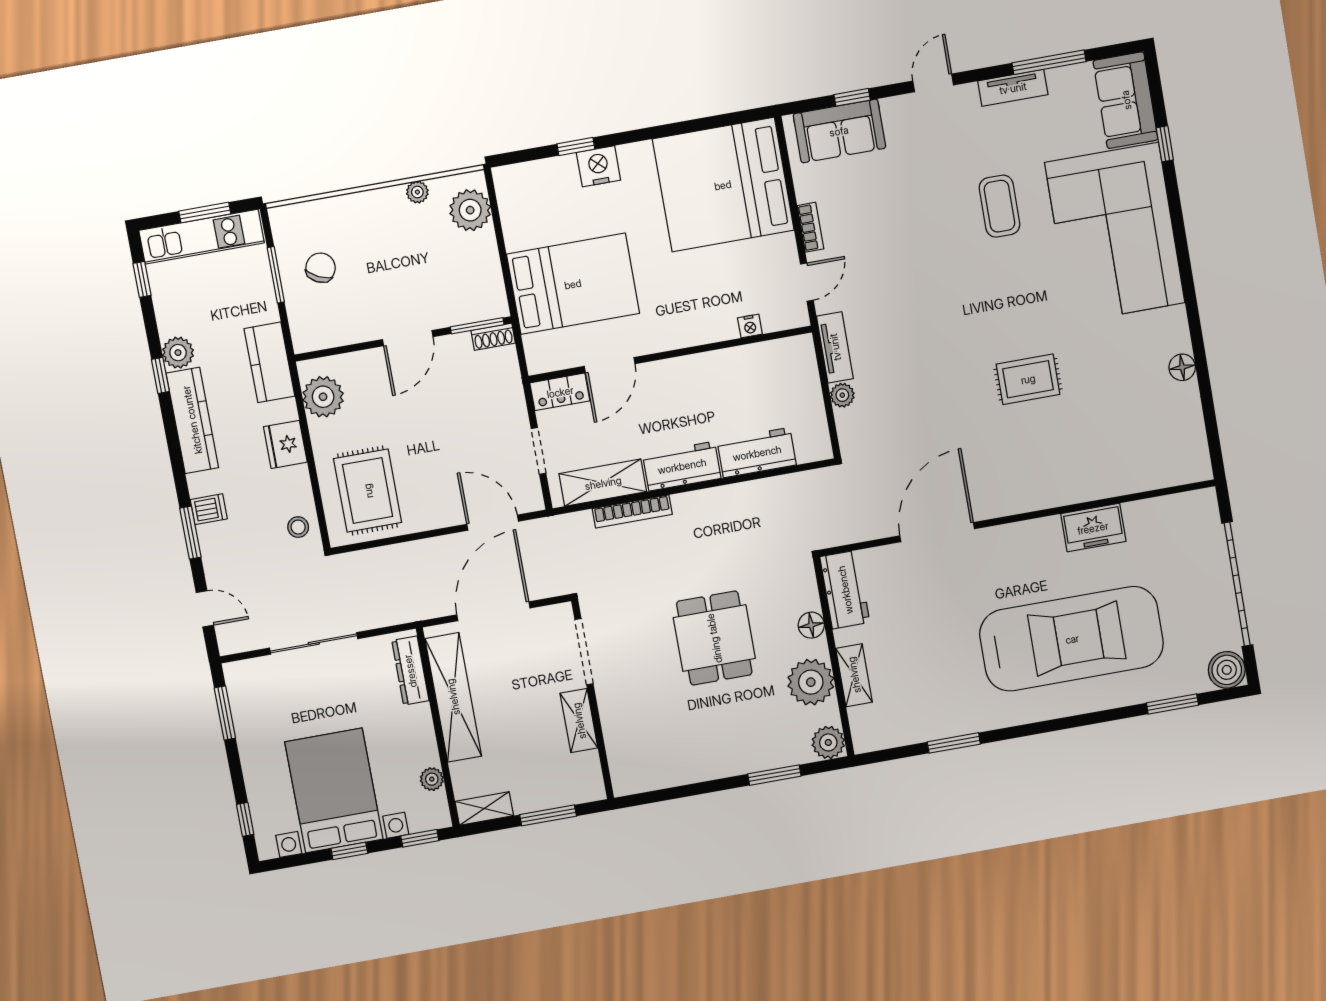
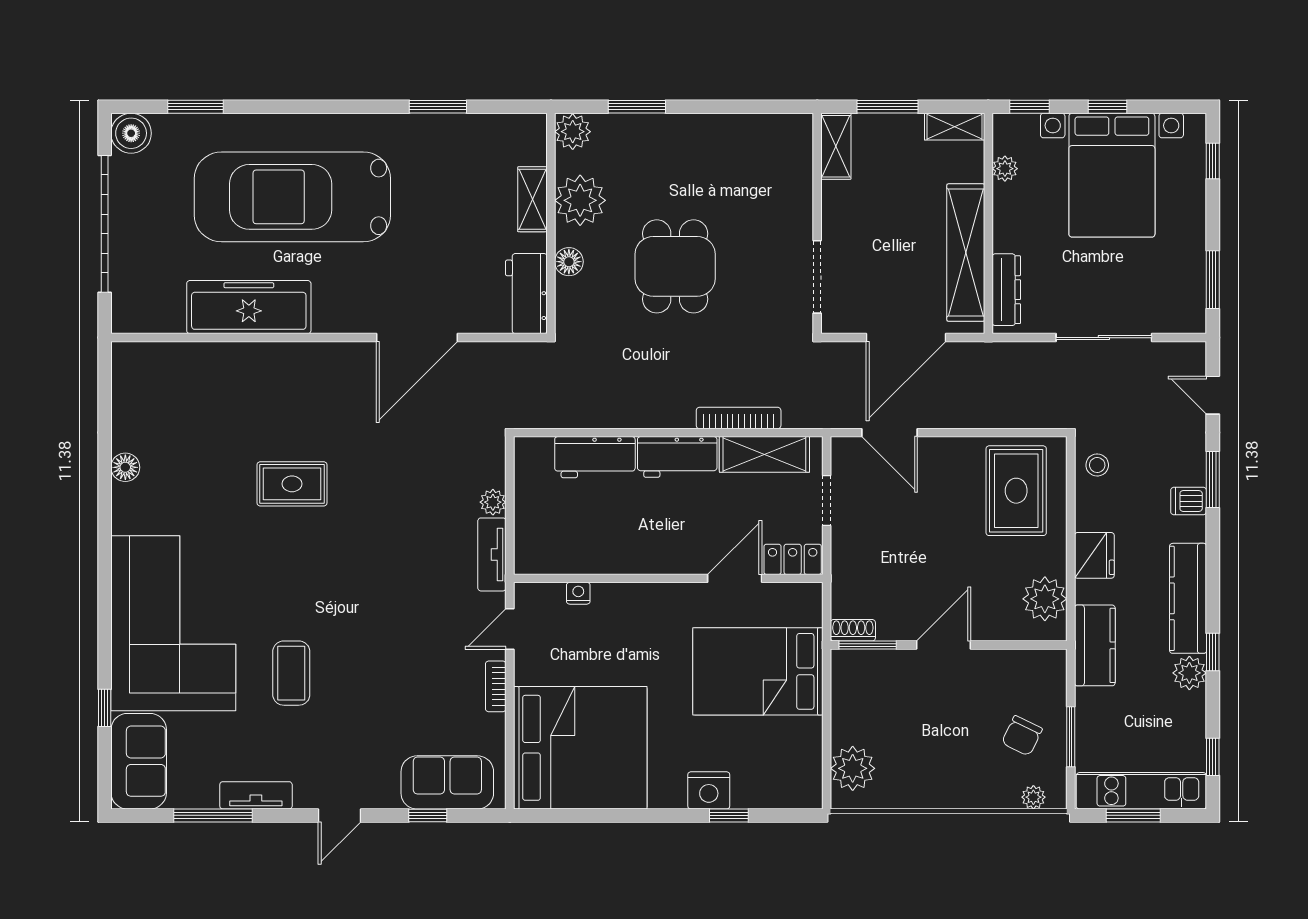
plant: (417, 192) -> (1033, 797), moved
freezer: (1093, 528) -> (249, 307), width x1.91, depth x1.26
shelving: (579, 721) -> (836, 146), moved

